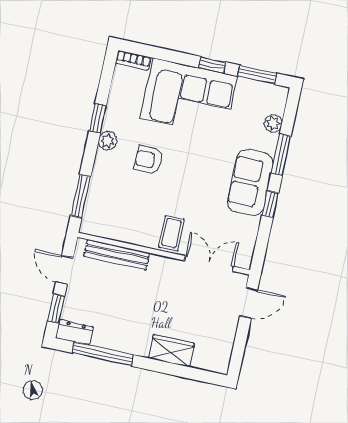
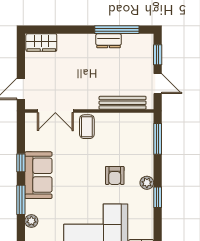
armchair: (148, 160) -> (115, 175), turned 90
dresser: (75, 332) -> (109, 41), moved
wardrobe: (171, 351) -> (41, 43), moved

